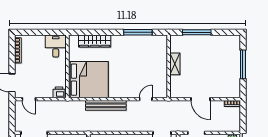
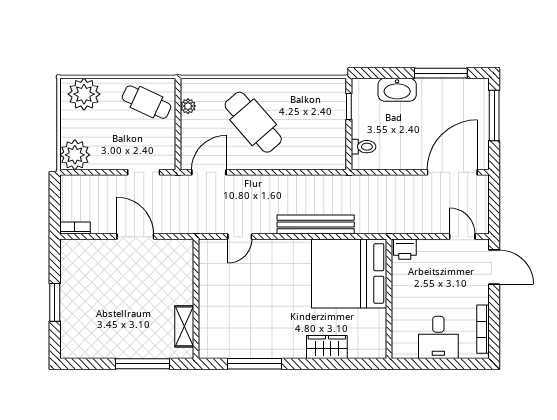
wardrobe: (95, 41) -> (327, 347), width x0.67
desk: (56, 46) -> (438, 337), moved
shelving: (175, 64) -> (184, 326), moved
window: (243, 64) -> (55, 302), width x0.69

